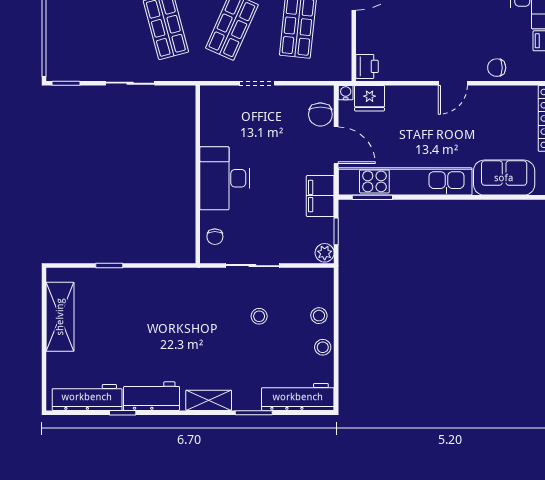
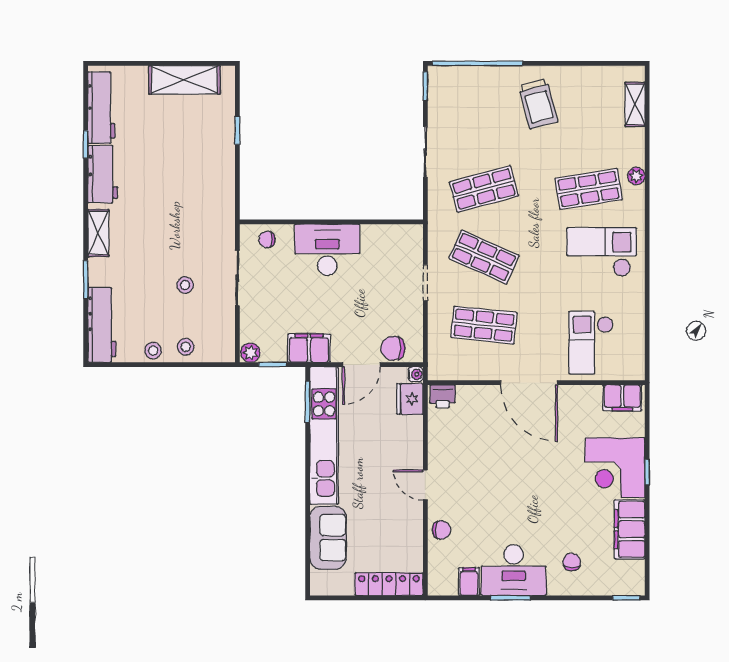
chair: (497, 68) -> (441, 530), turned 90

